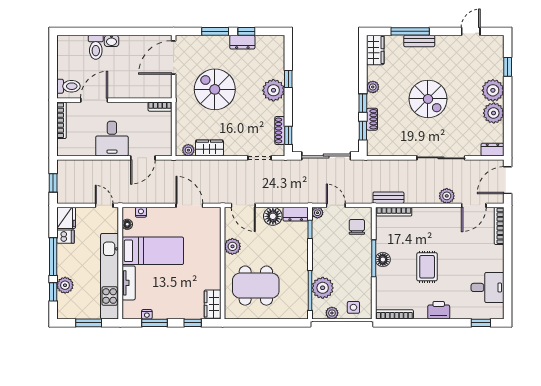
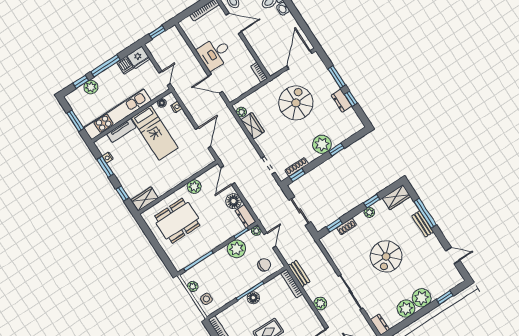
door: (174, 57) -> (300, 60), hinge flipped
window: (363, 103) -> (372, 201), moved
sliding door: (326, 156) -> (300, 211), width x0.73
plant: (447, 196) -> (320, 304), moved
dining table: (256, 286) -> (177, 221), turned 90
plant: (323, 288) -> (236, 249), moved

